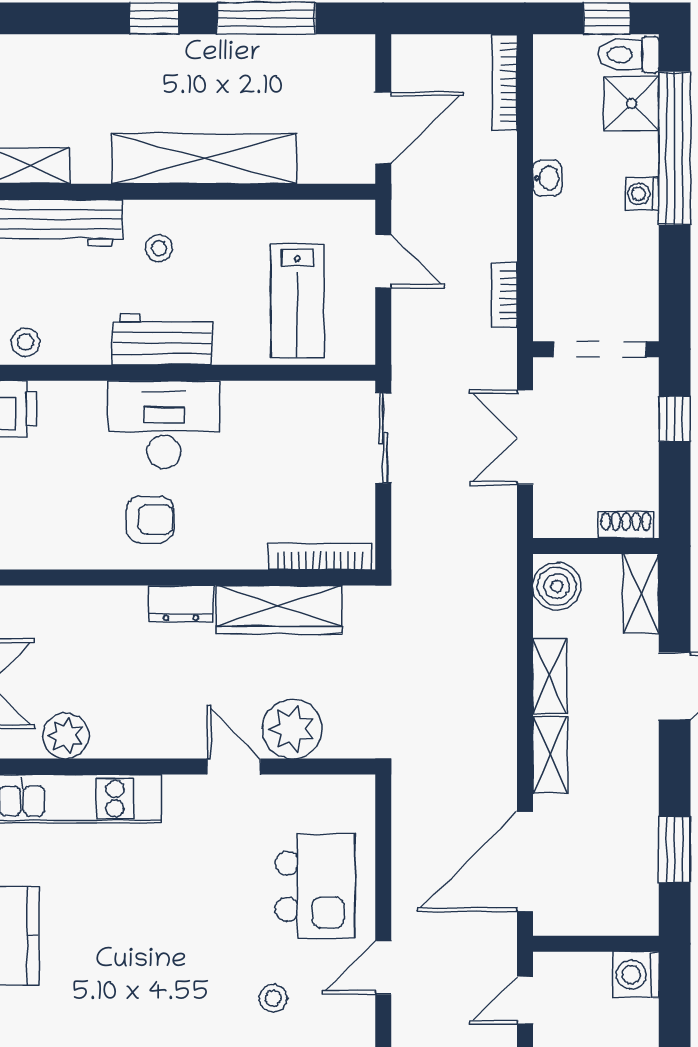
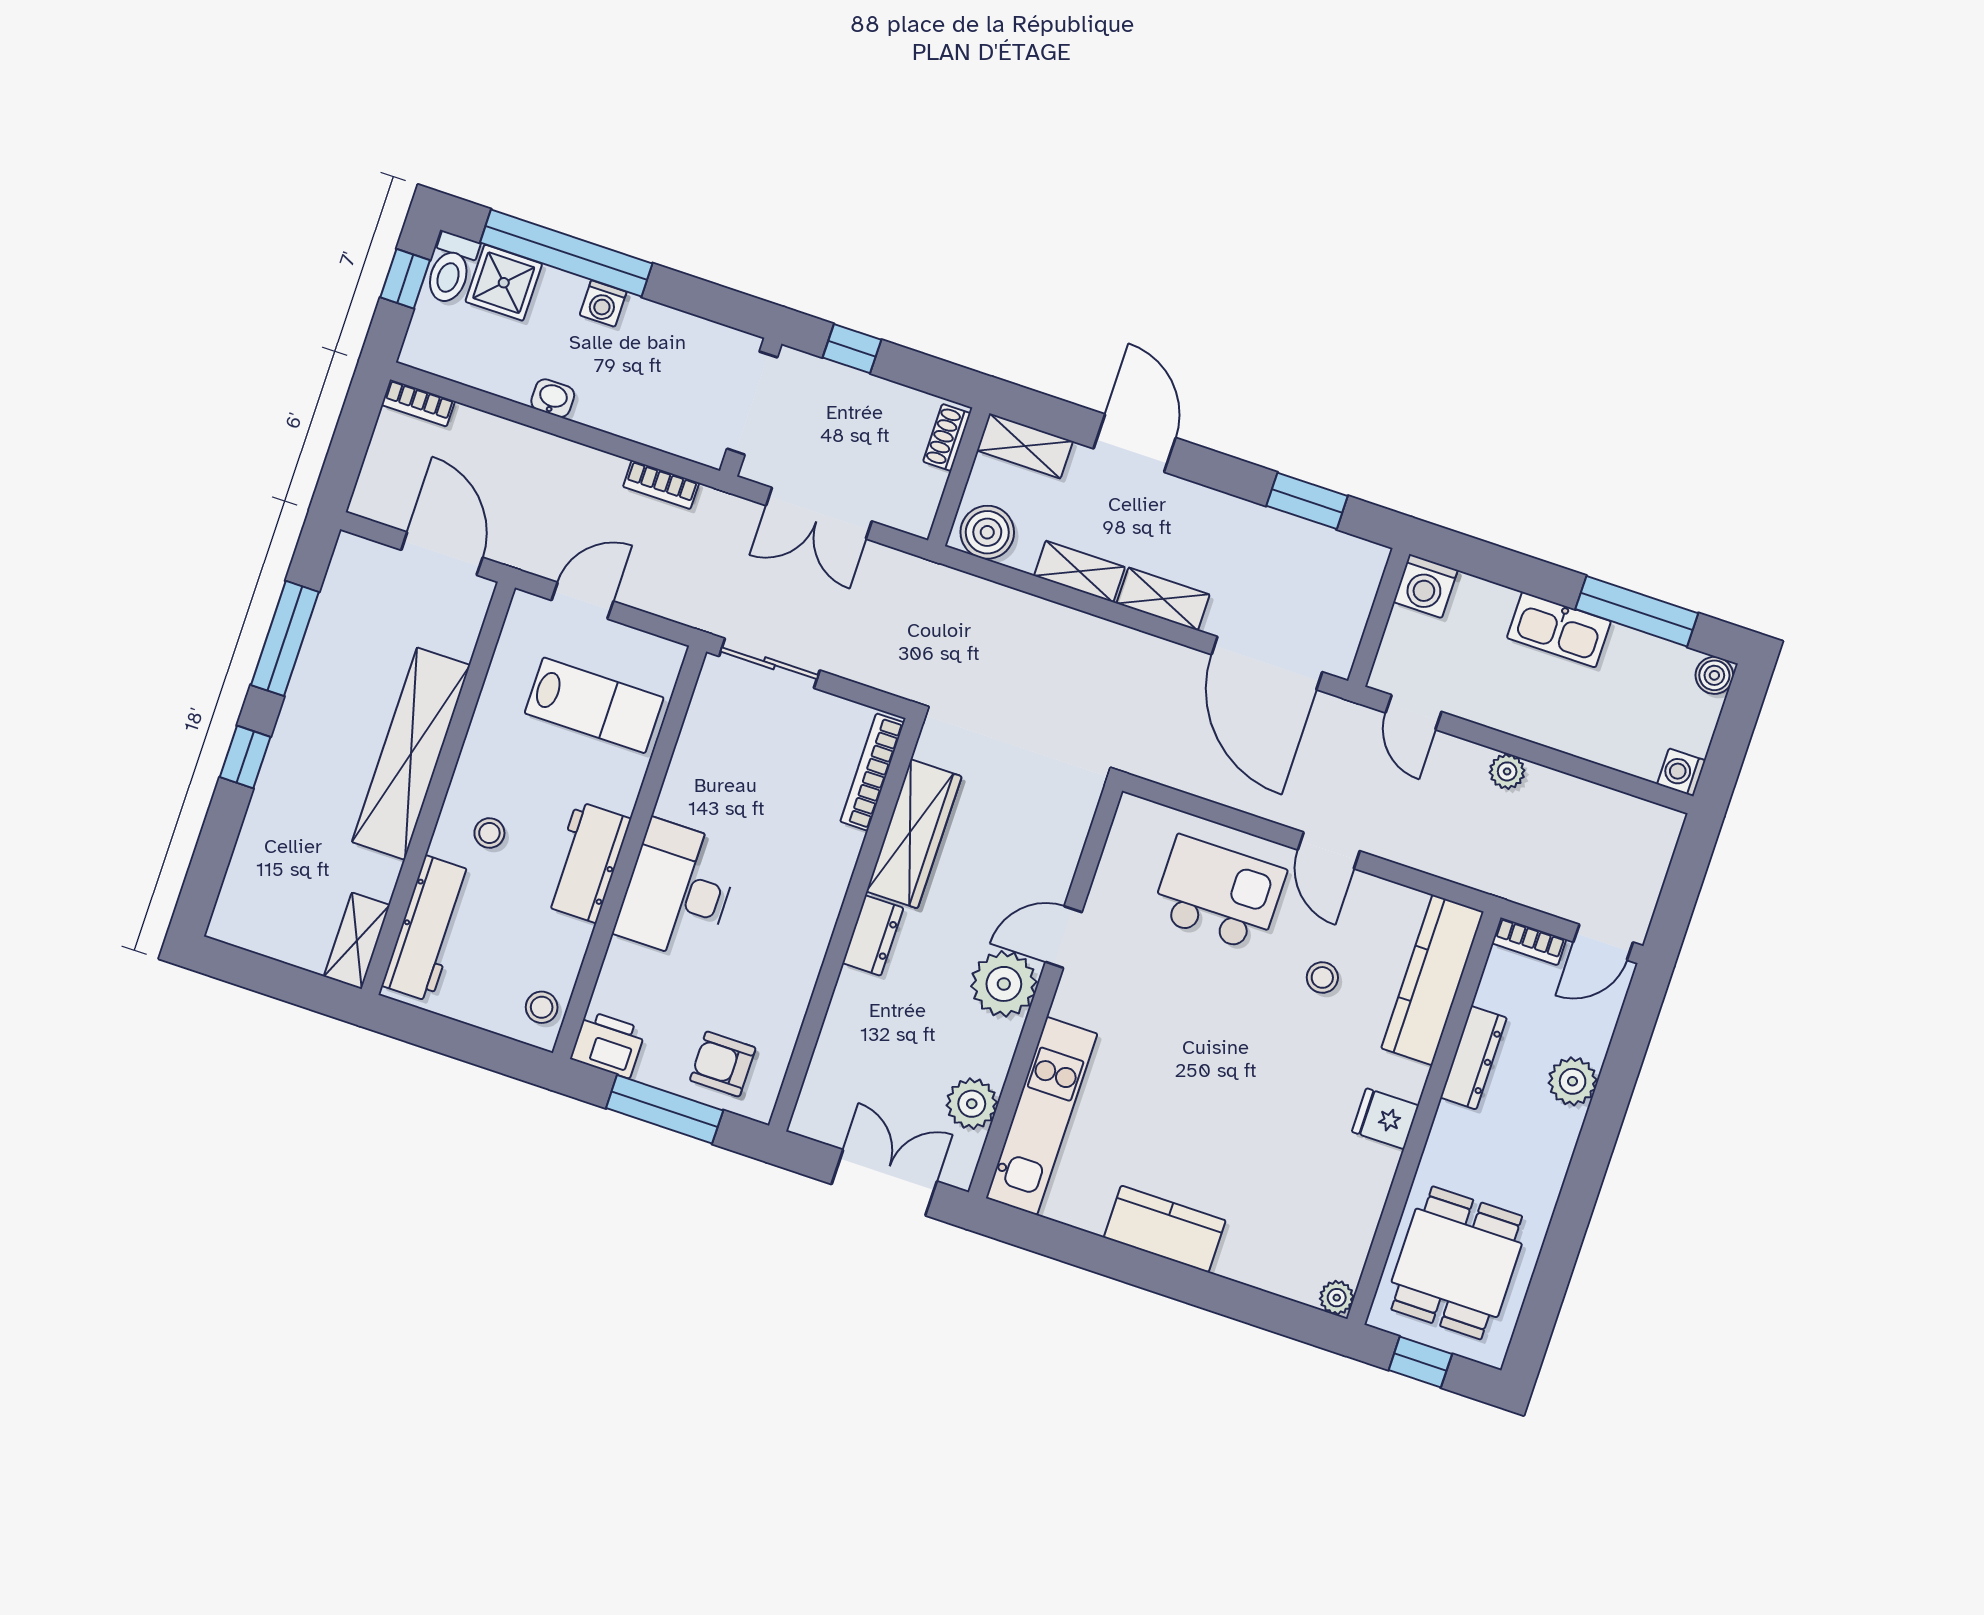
bookcase: (505, 82) -> (418, 403), width x0.64
armchair: (150, 520) -> (723, 1064), moved, turned -90
plant: (292, 729) -> (1004, 984), moved

